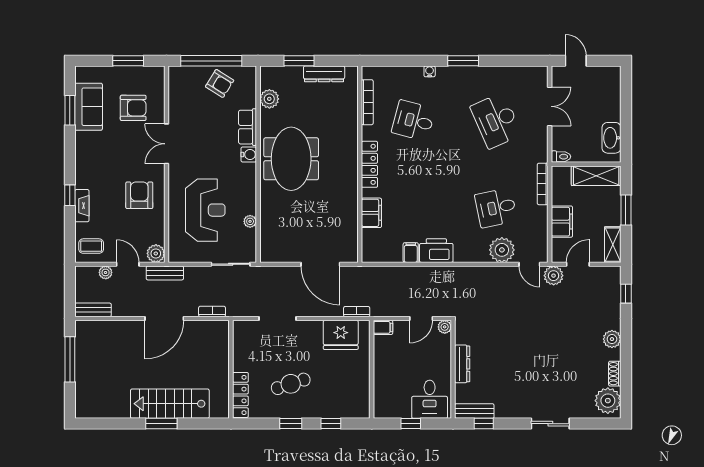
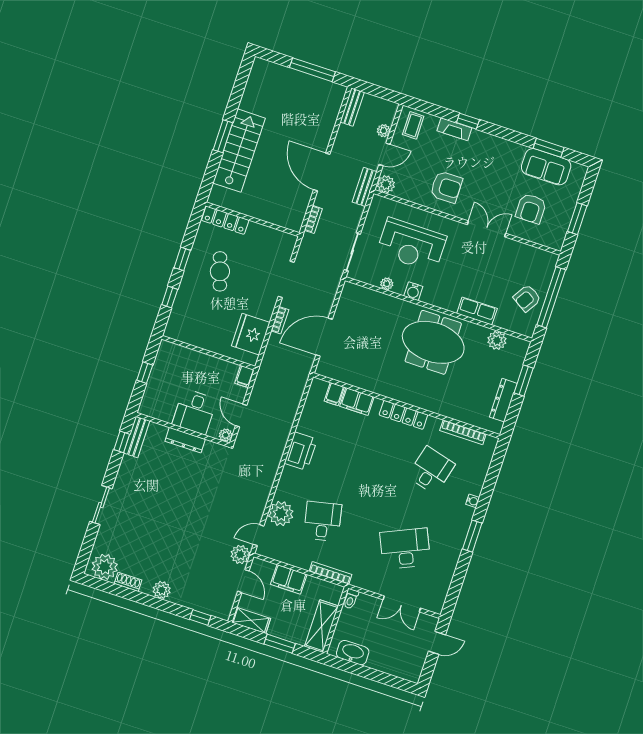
water cooler: (249, 154) -> (413, 291), moved
filing cabinet: (411, 253) -> (334, 394), moved, turned 90
bookcase: (357, 312) -> (280, 320), moved
desk: (430, 399) -> (194, 412), moved, turned -90

